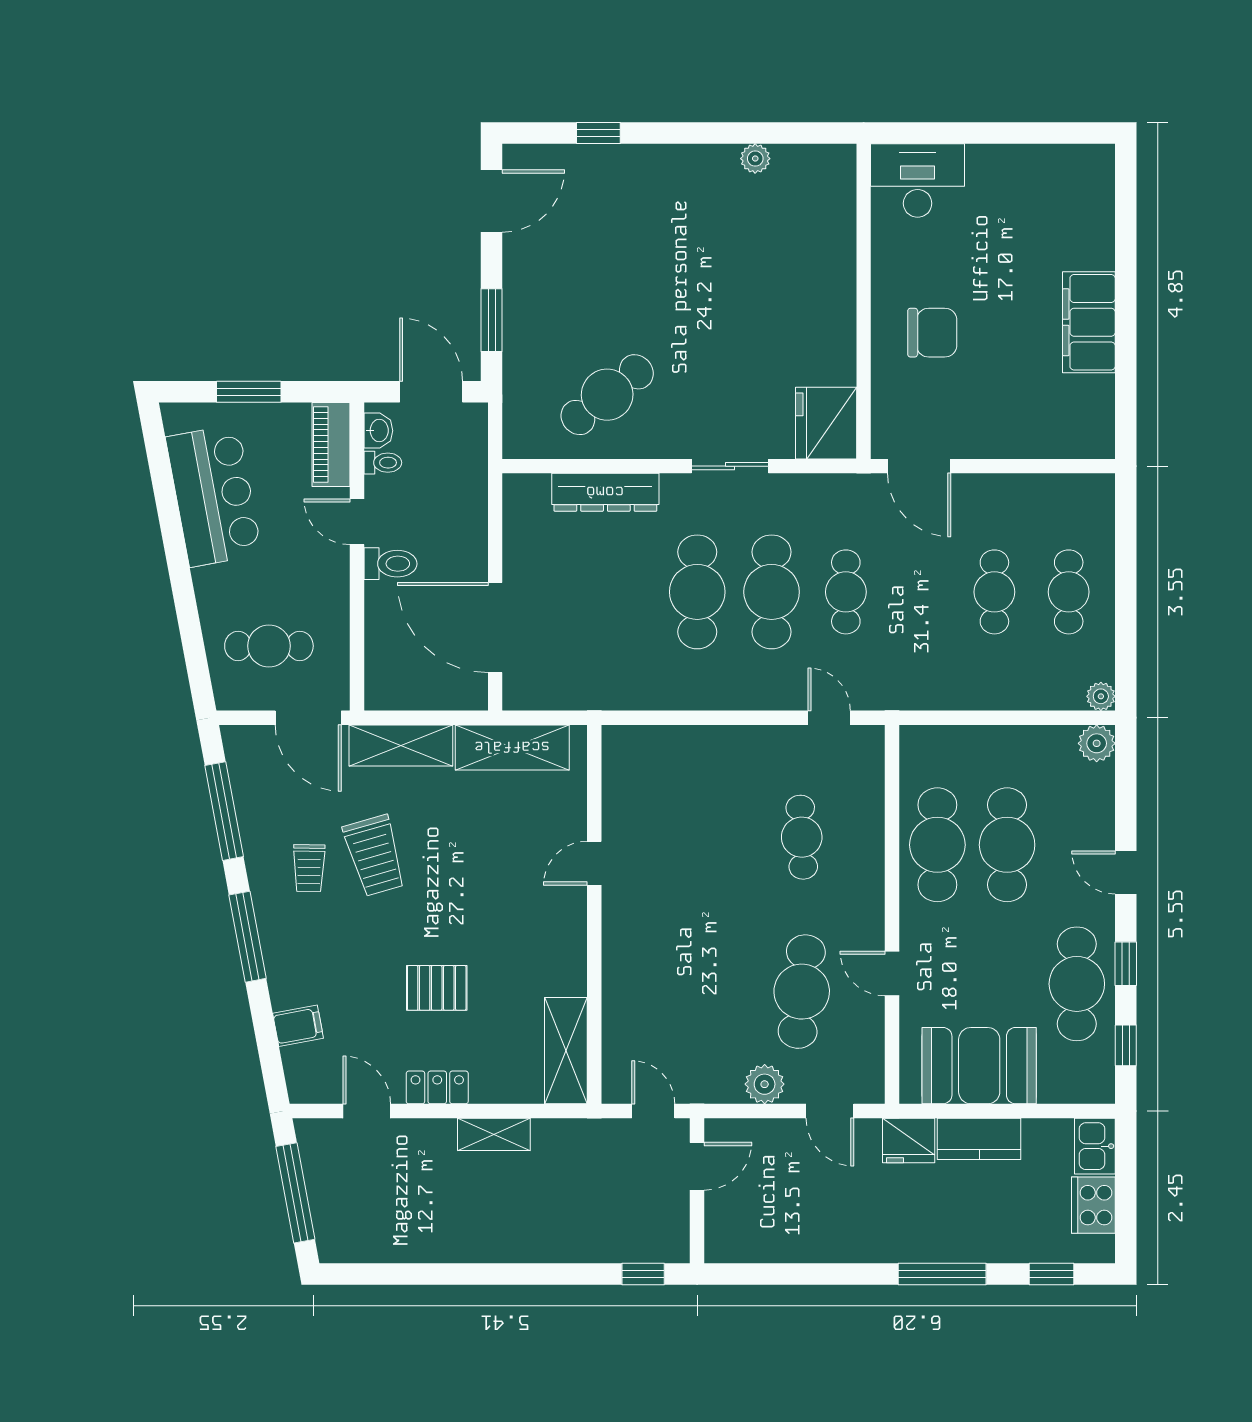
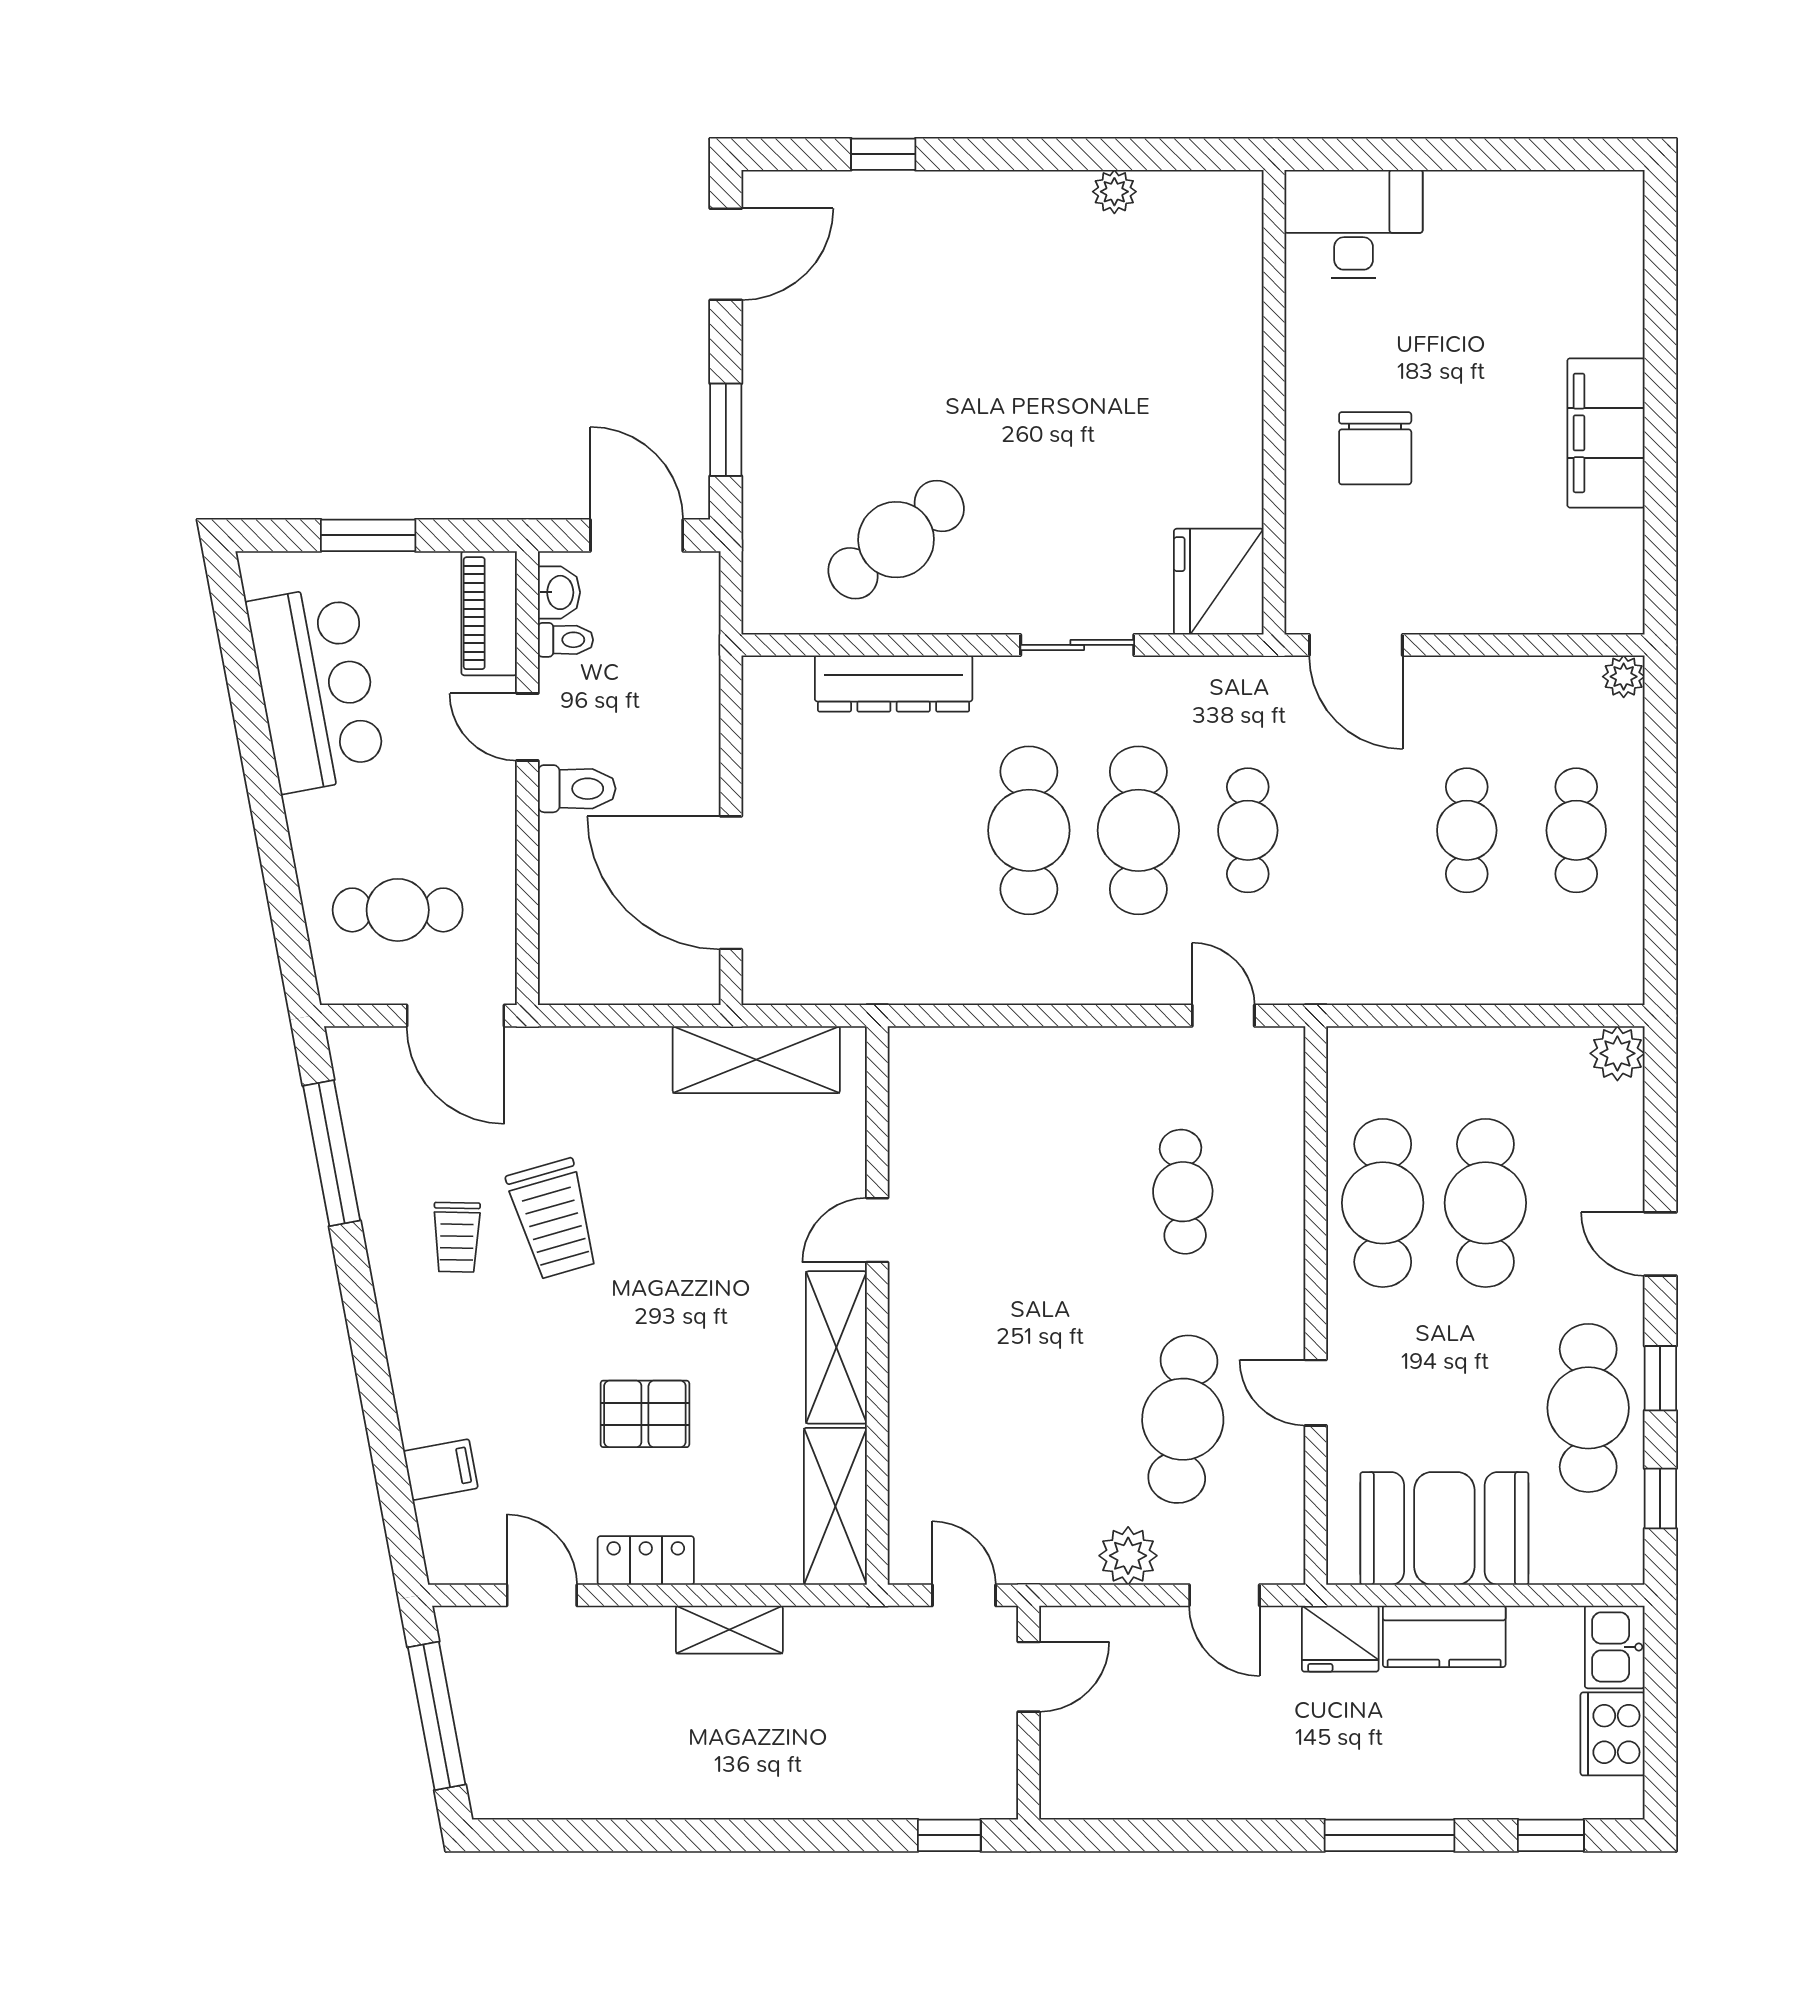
chair: (932, 333) -> (1375, 448), turned 90
plant: (1101, 696) -> (1624, 677), moved
shelving: (401, 745) -> (836, 1347), moved, turned 90
window: (248, 937) -> (366, 1338), removed

